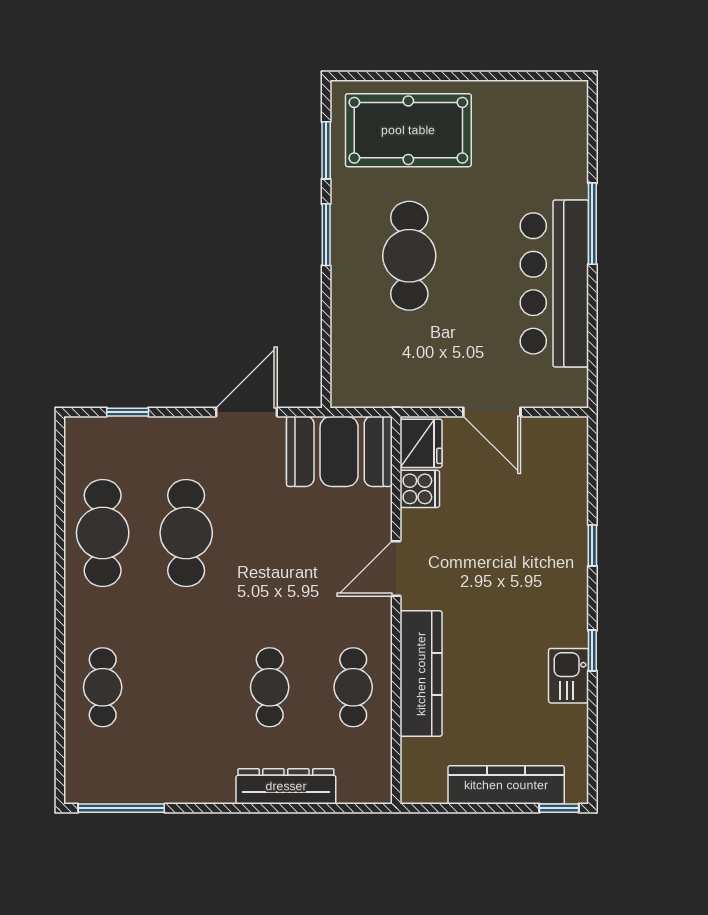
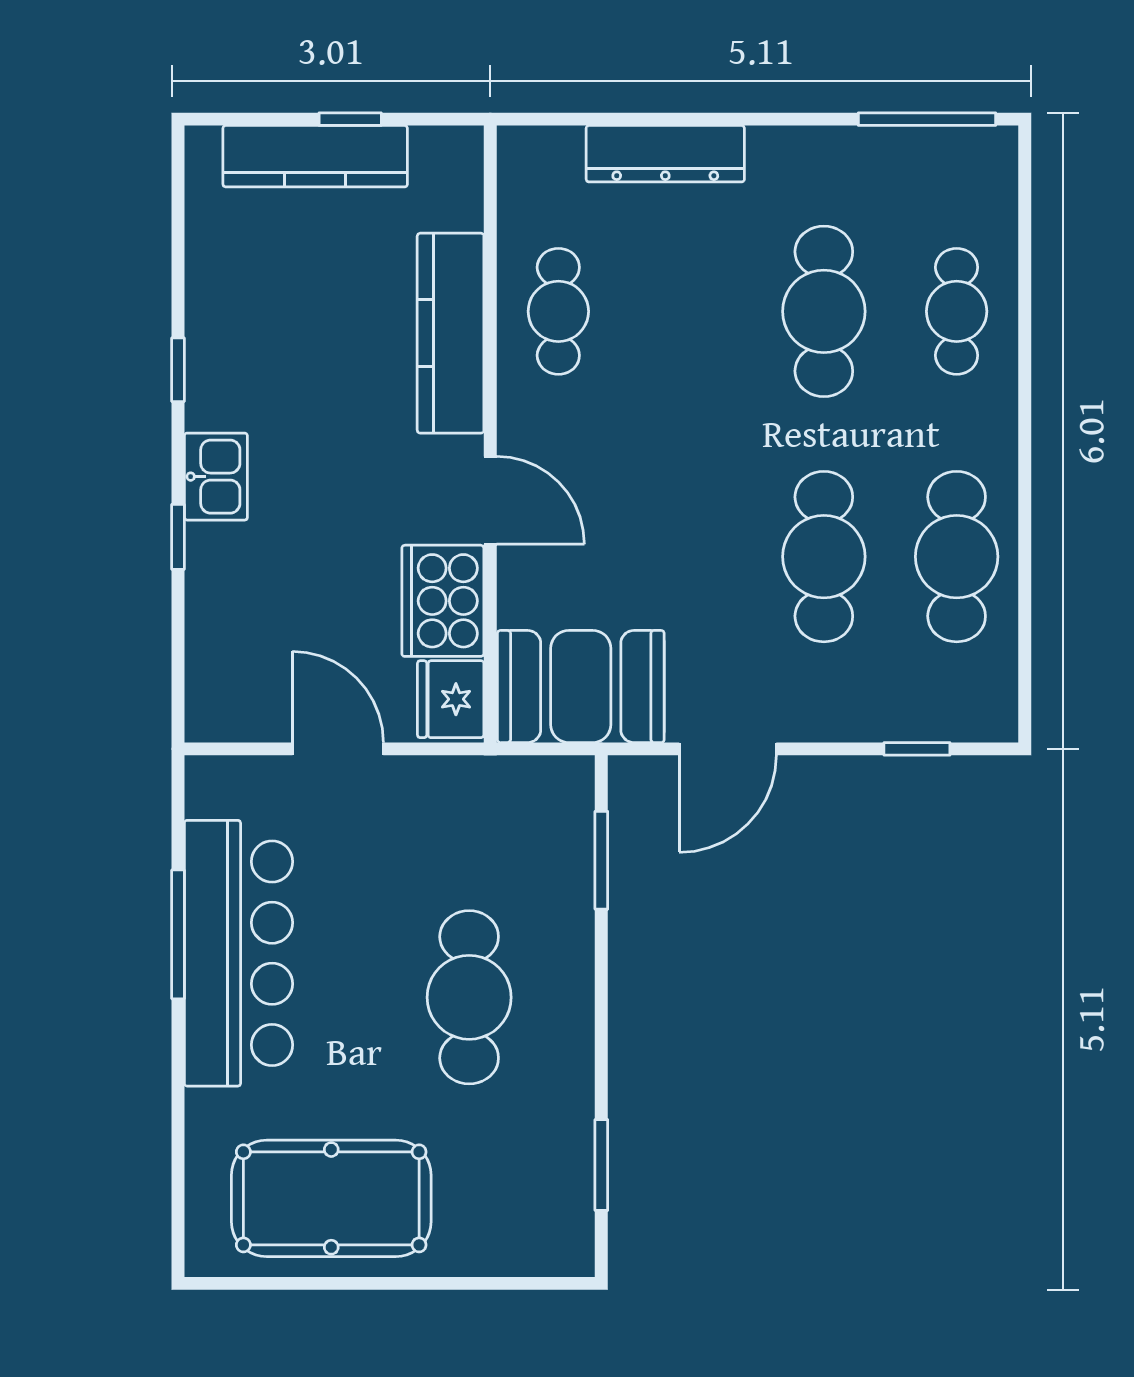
pool table: (408, 130) -> (331, 1198), moved
window: (592, 224) -> (178, 934), moved
window: (326, 235) -> (601, 860), moved
cooker: (420, 489) -> (443, 601), width x1.87, depth x1.31
door: (396, 568) -> (490, 500), hinge flipped
kitchen sink: (569, 676) -> (216, 477), moved
cafe table: (270, 687) -> (824, 311), moved, width x1.37, depth x1.35
window: (559, 808) -> (350, 119), moved

